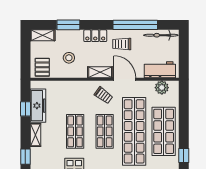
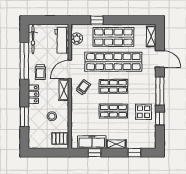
shelving: (43, 35) -> (33, 138), removed
window: (184, 156) -> (97, 20), moved

